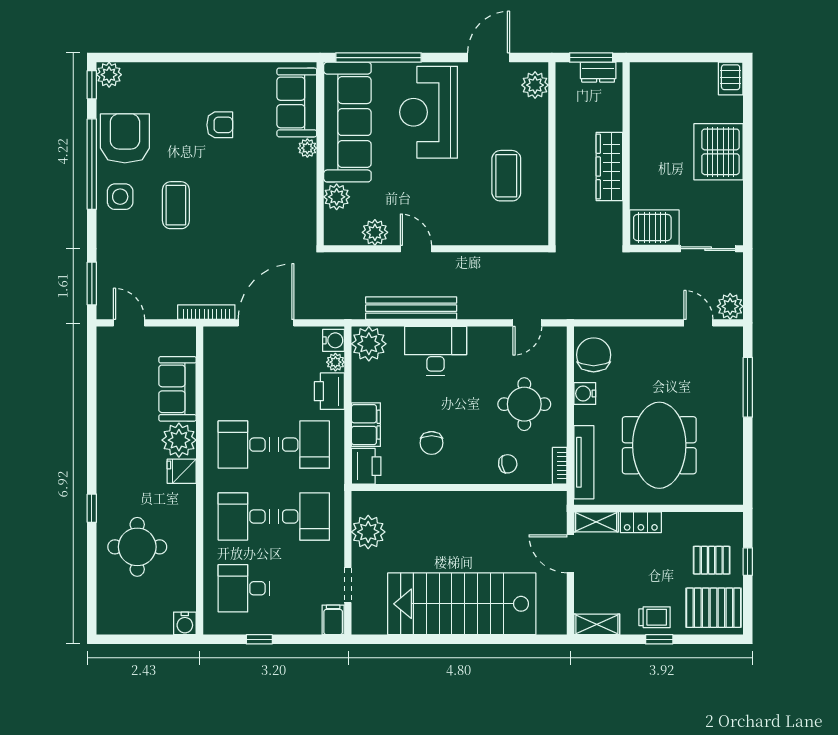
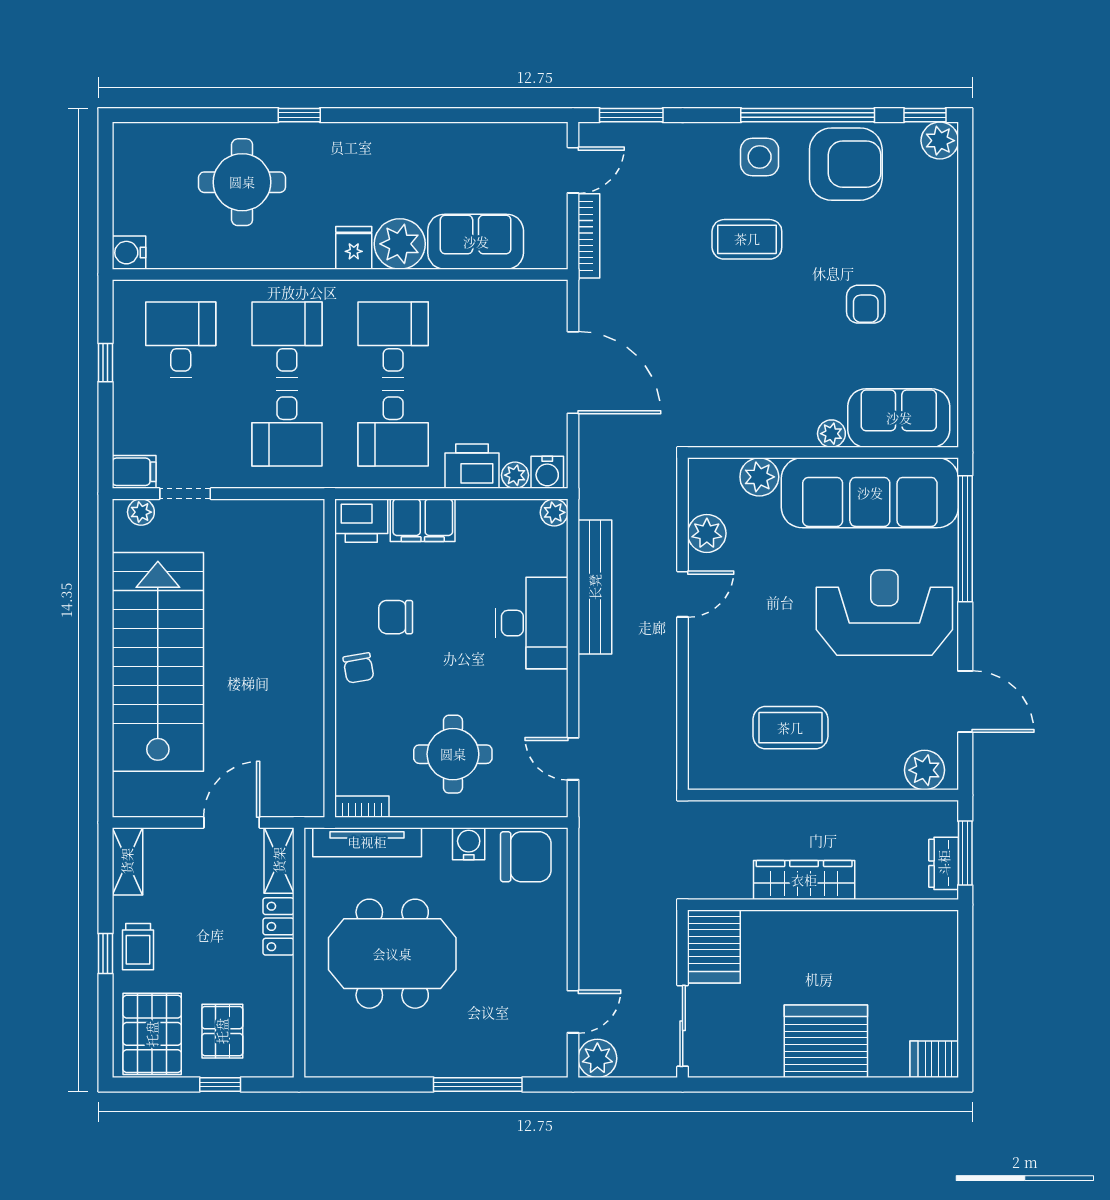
bookcase: (206, 312) -> (589, 236), moved
plant: (369, 344) -> (554, 512), width x0.53, depth x0.53
chair: (508, 464) -> (358, 668), moved
plant: (368, 532) -> (141, 512), moved, width x0.53, depth x0.53

